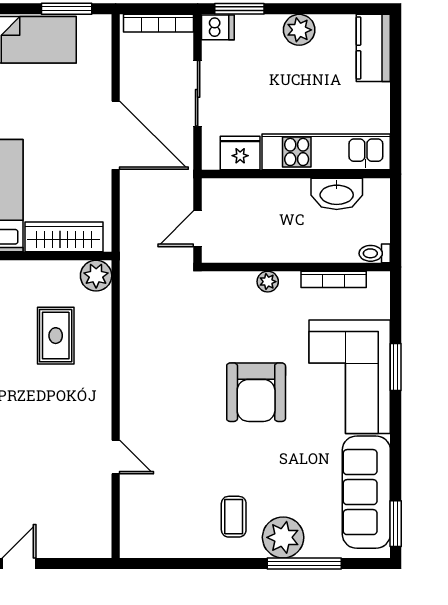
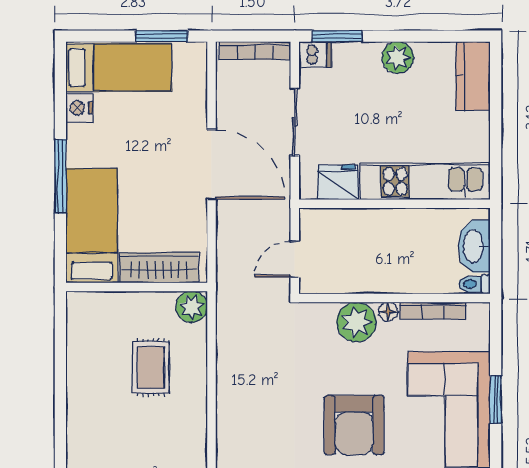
washbasin: (337, 194) -> (474, 246), moved, turned 90
floor lamp: (290, 280) -> (388, 312), added
plant: (268, 282) -> (356, 322), width x1.87, depth x1.87

